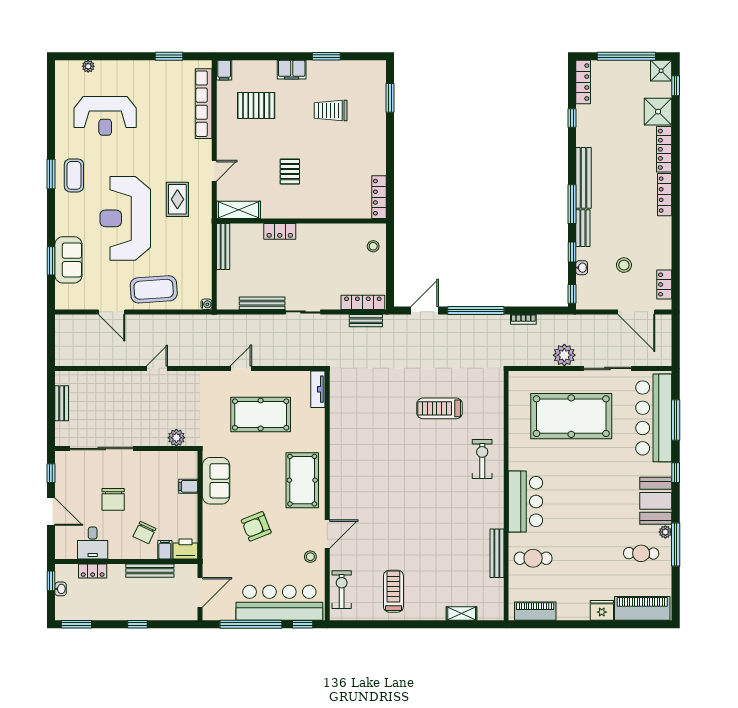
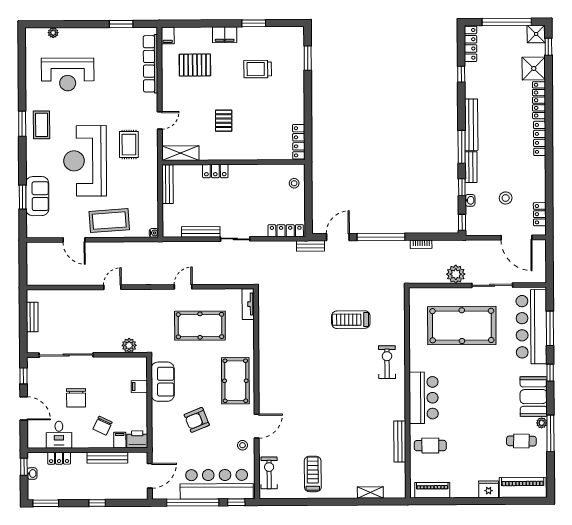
bench: (366, 321) -> (310, 246), moved

